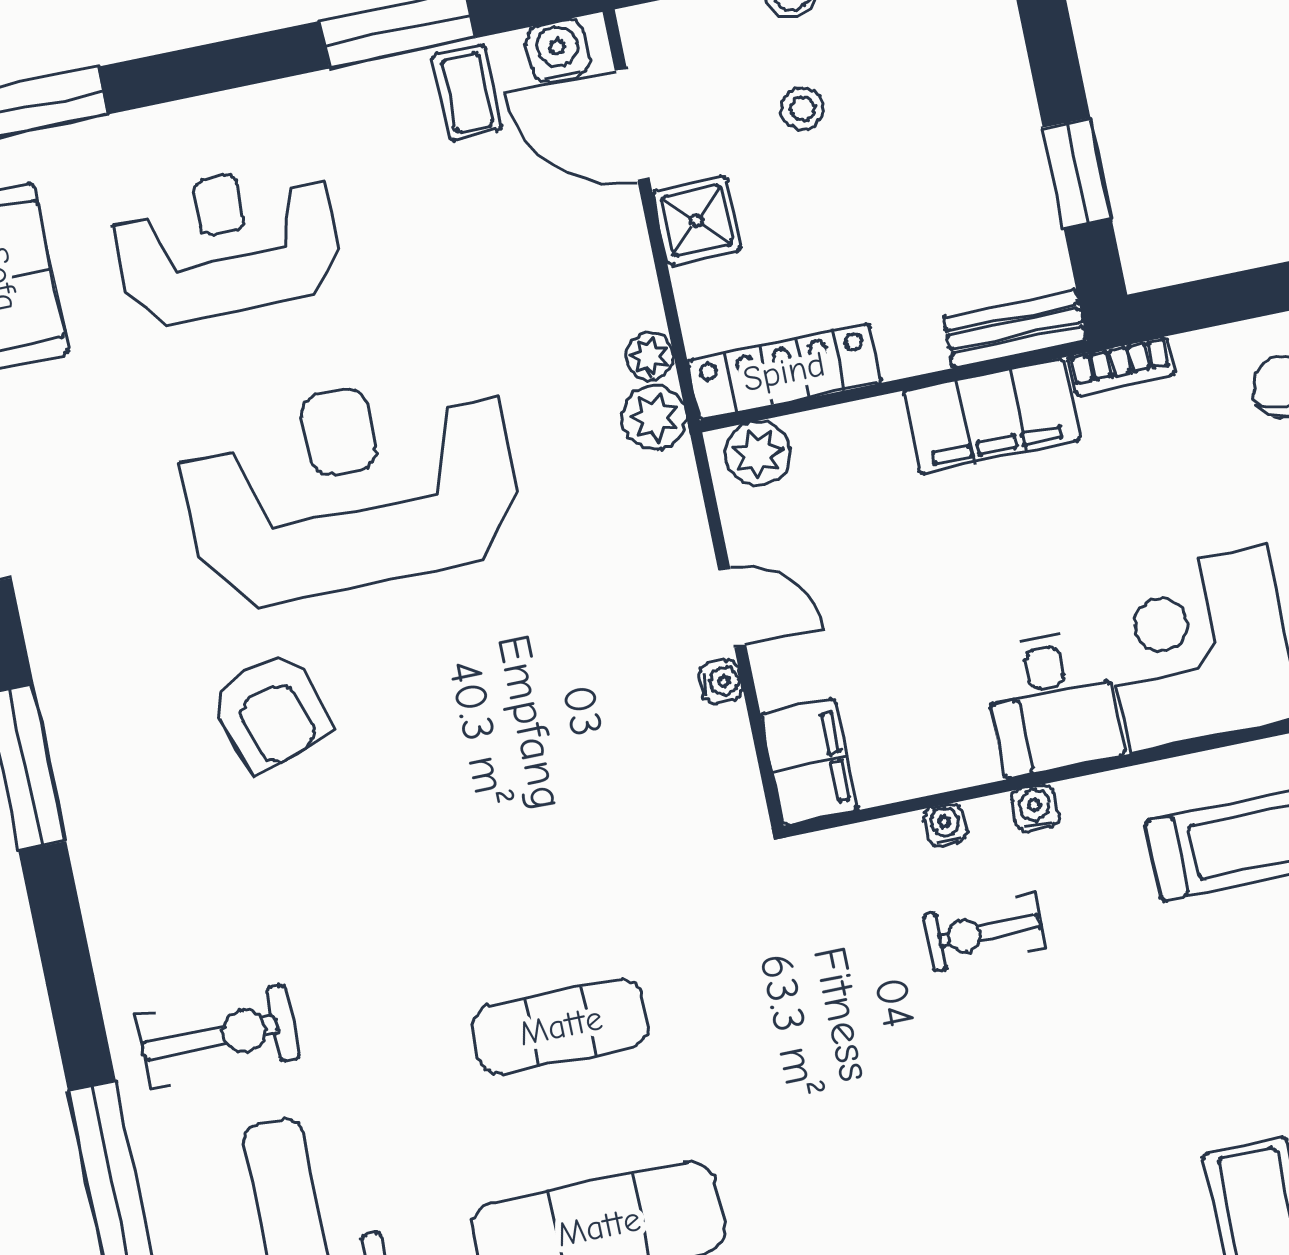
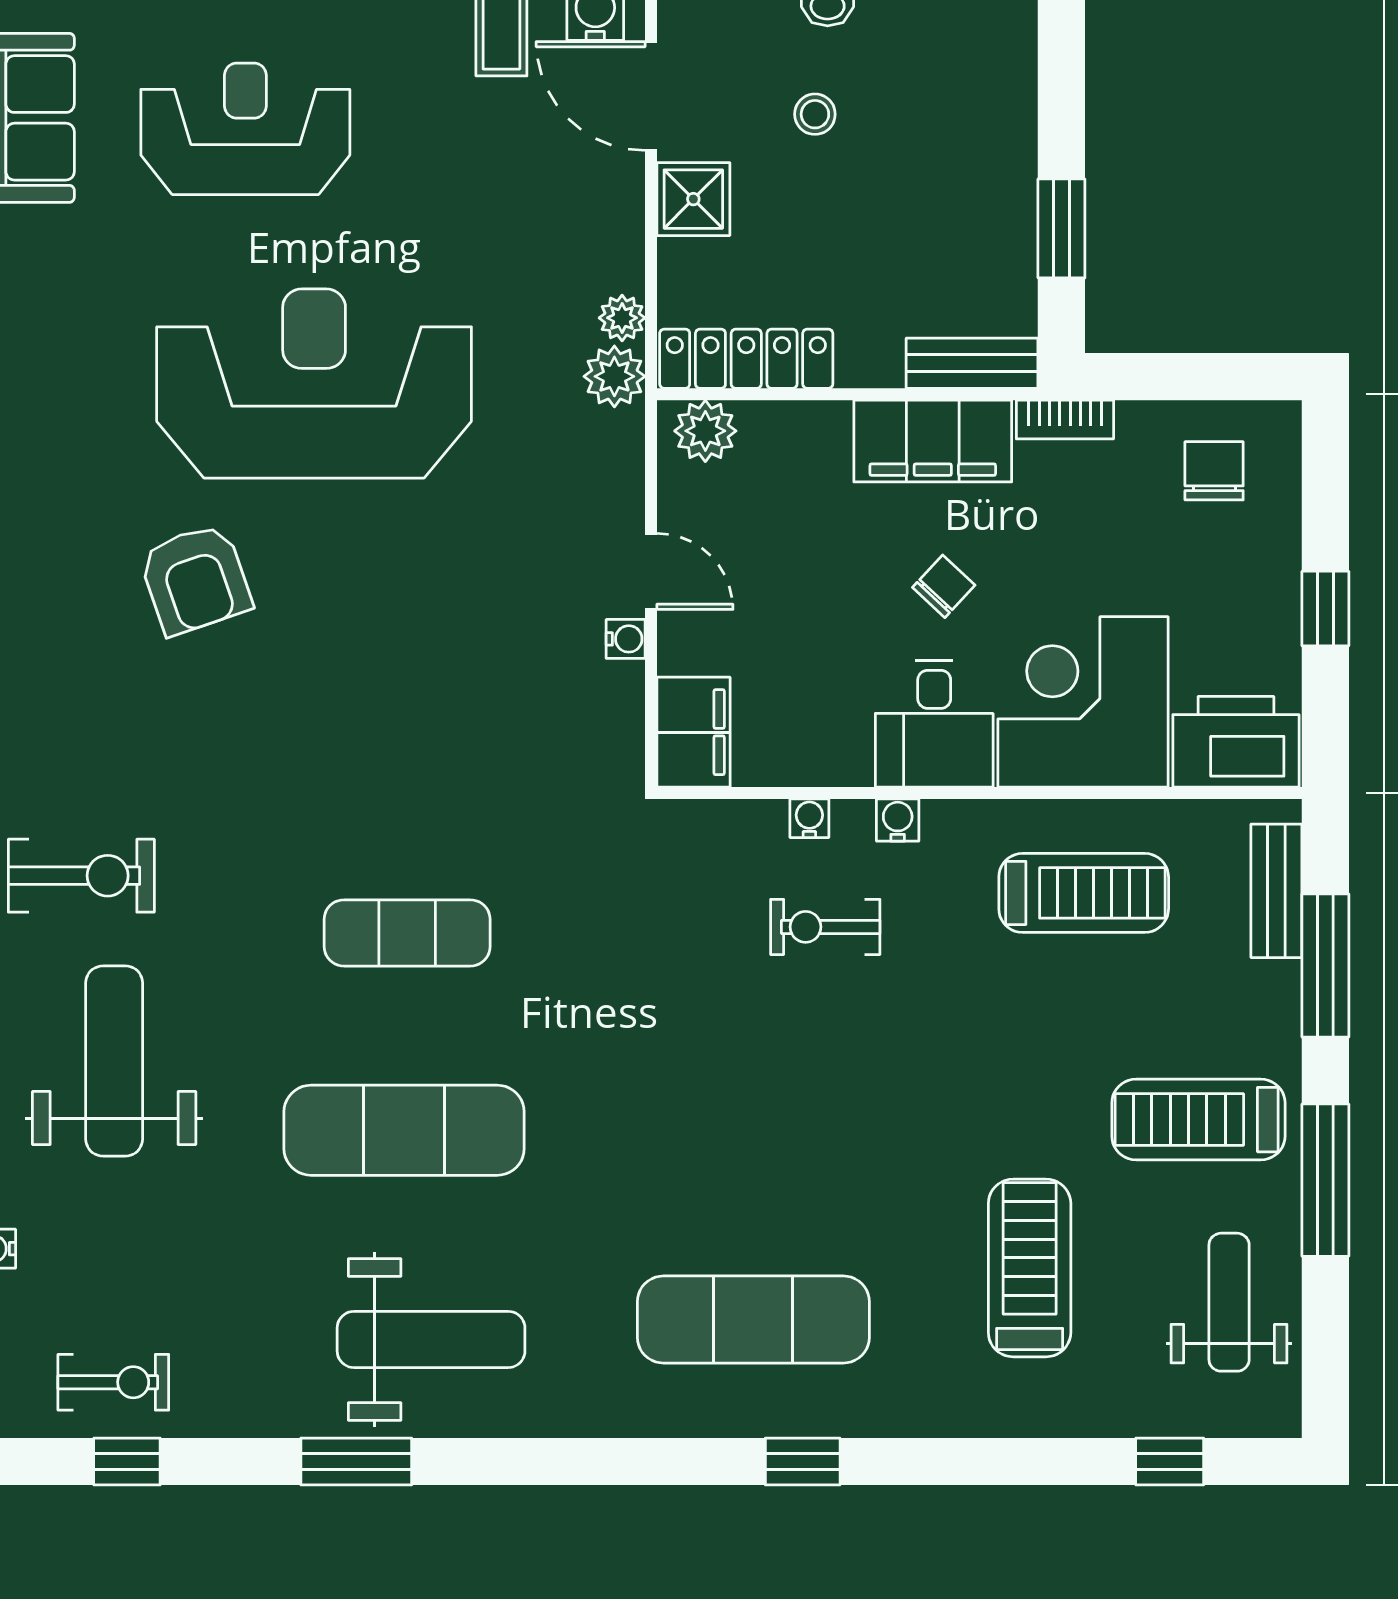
chair: (1033, 561) -> (944, 586), added

